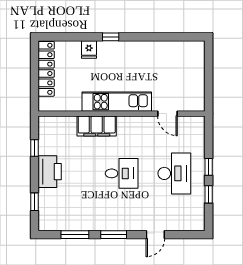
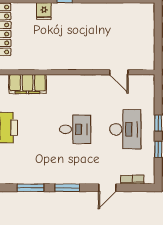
kitchen unit: (117, 102) -> (70, 61), removed
filing cabinet: (97, 126) -> (28, 84), moved
bookcase: (182, 226) -> (132, 180), added

